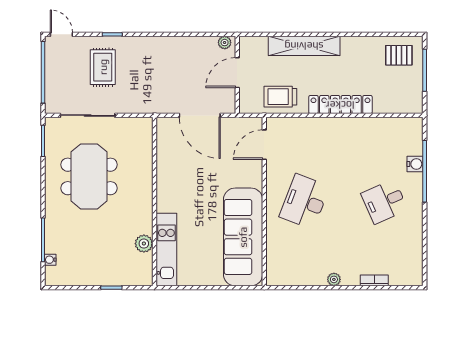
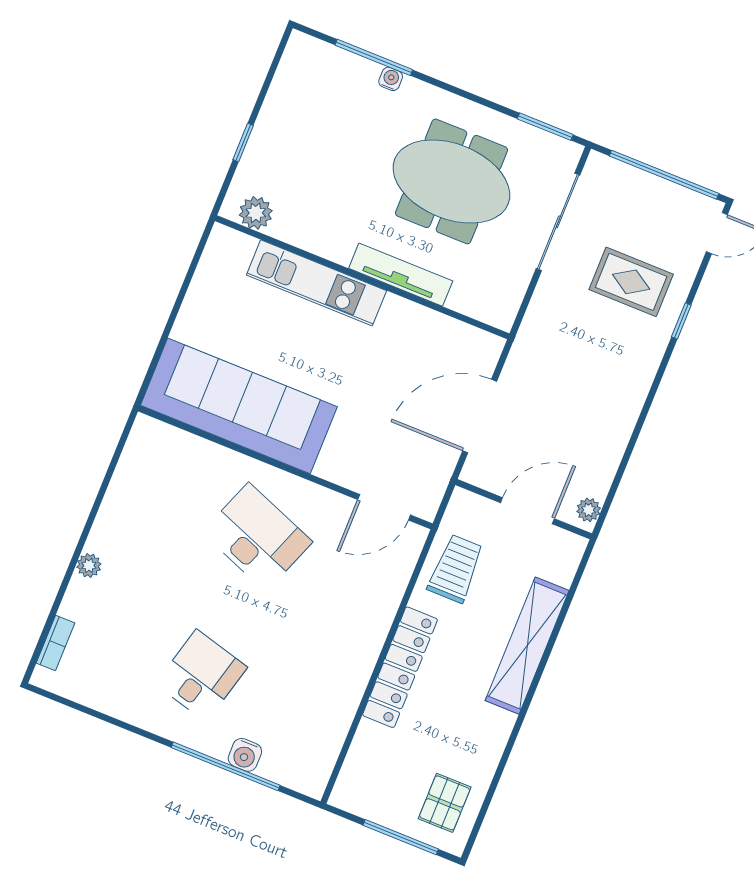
door: (237, 73) -> (527, 511), hinge flipped
door: (264, 145) -> (384, 507), swing flipped
tv unit: (145, 183) -> (401, 275), added
desk: (384, 202) -> (201, 676), turned 39
plant: (144, 244) -> (256, 213), moved
kitchen unit: (166, 250) -> (316, 283), moved
water cooler: (50, 260) -> (391, 79), moved
plant: (334, 279) -> (89, 566), moved
bookcase: (374, 280) -> (56, 643), moved

